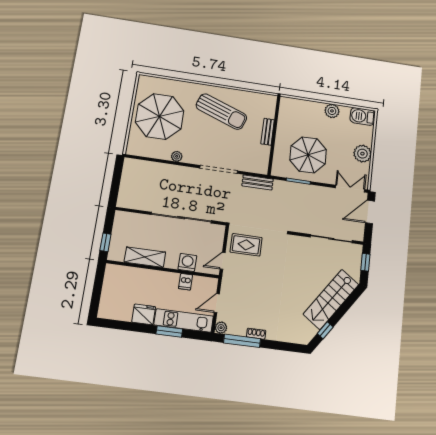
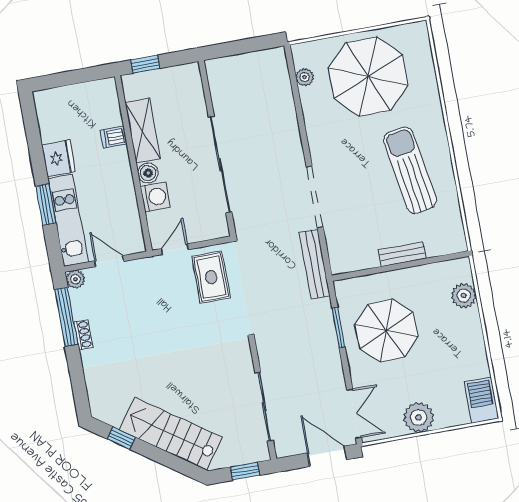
plant: (332, 111) -> (464, 296), moved
sun lounger: (221, 112) -> (410, 170), turned 151
plant: (177, 156) -> (305, 77), moved
bench: (258, 182) -> (315, 264), width x1.36
door: (223, 261) -> (175, 249), hinge flipped
boiler: (172, 262) -> (148, 173), added
dishwasher: (185, 282) -> (114, 137), moved

